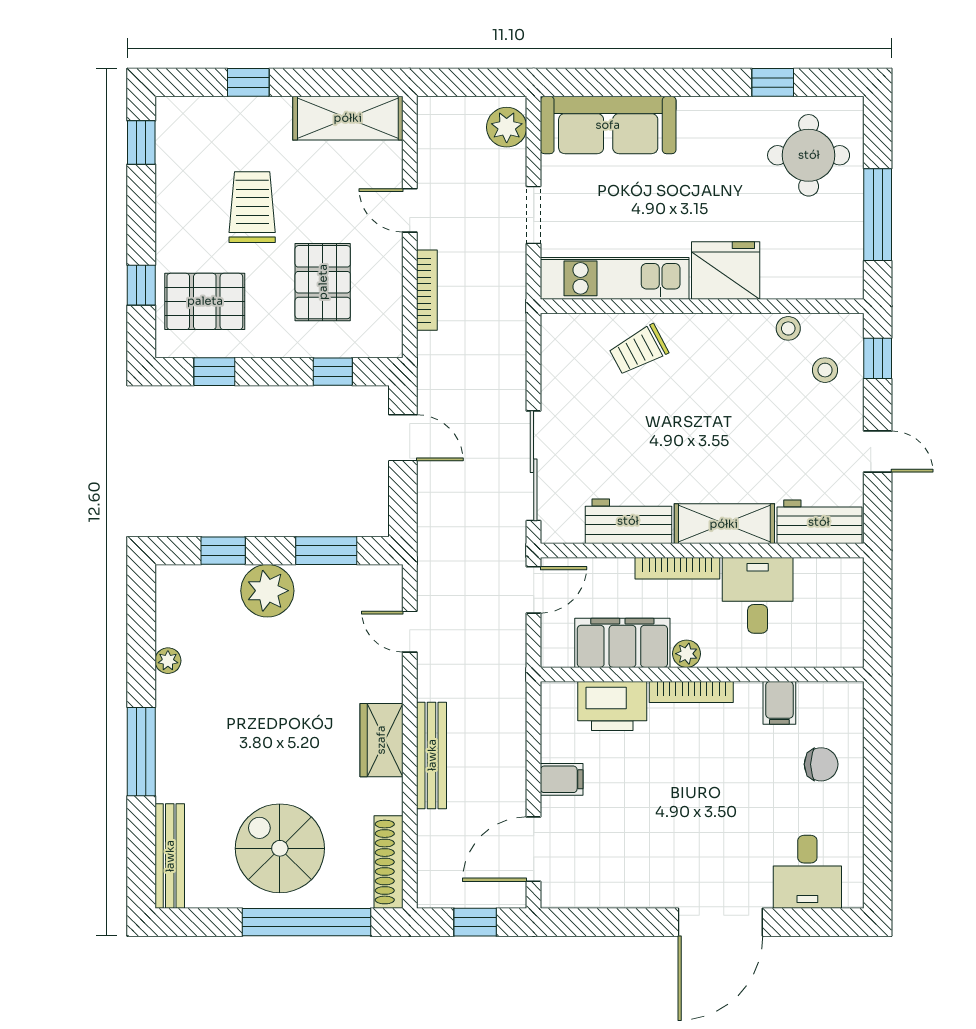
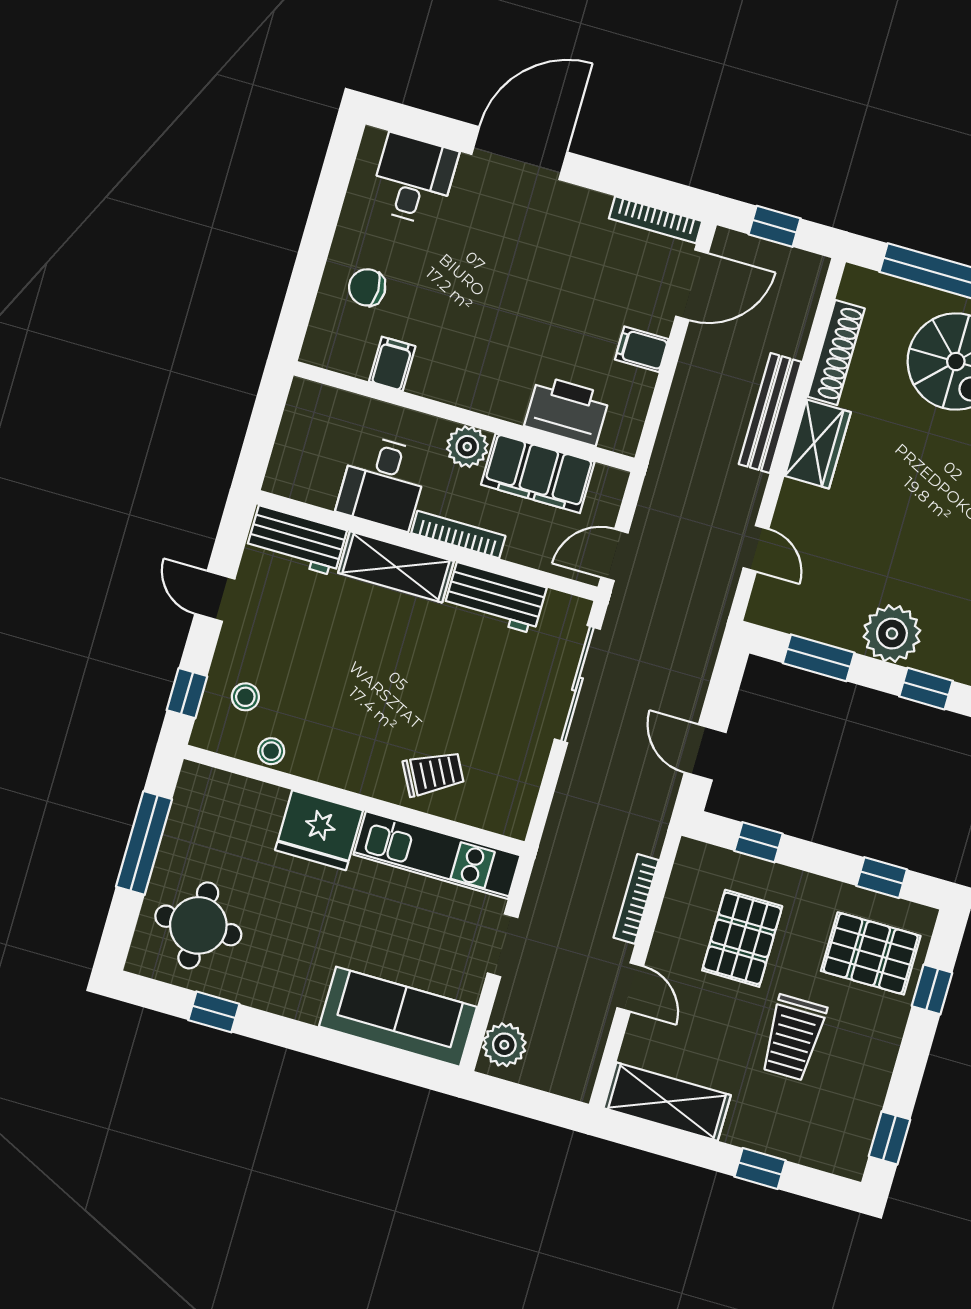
plant: (687, 654) -> (467, 447), width x1.38, depth x1.38
bookcase: (691, 692) -> (656, 220), moved, turned 180
shoe rack: (388, 862) -> (836, 352), moved

